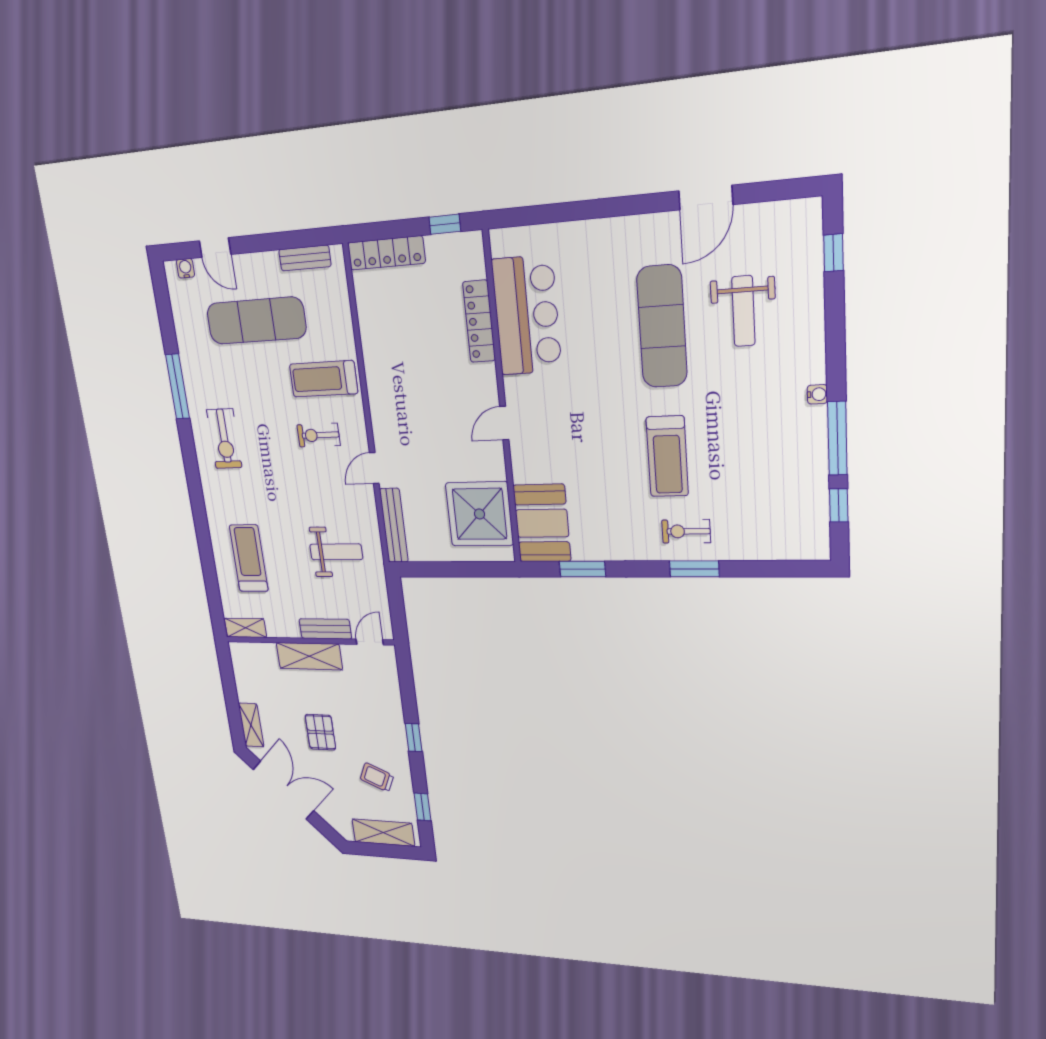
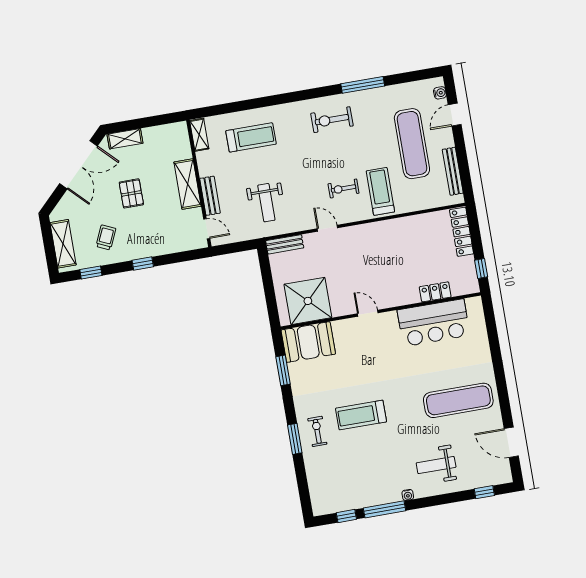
door: (706, 198) -> (511, 442), moved
bench: (305, 258) -> (453, 171), width x1.36
weight bench: (743, 311) -> (436, 465), moved
locker: (479, 321) -> (435, 292), width x0.66
exercise mat: (662, 327) -> (458, 400), moved
exercise bike: (318, 435) -> (344, 188), turned -90
bench: (394, 525) -> (285, 244), width x0.73
pallet: (320, 732) -> (131, 193), turned 90

